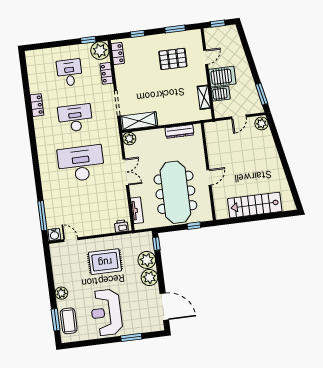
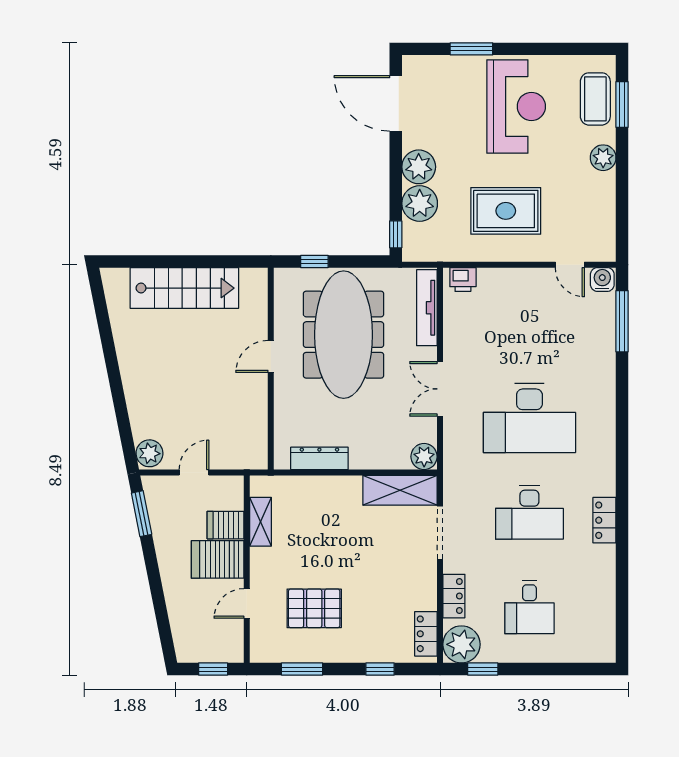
locker: (37, 105) -> (604, 520), moved
tv unit: (137, 210) -> (427, 308), width x1.41

